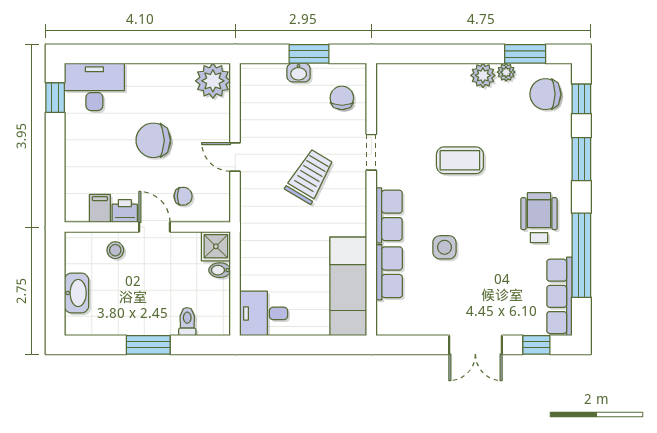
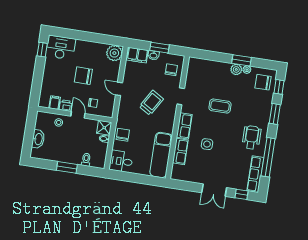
window: (525, 54) -> (241, 60), moved
filing cabinet: (264, 78) -> (137, 55), added
chair: (258, 255) -> (123, 135), added

